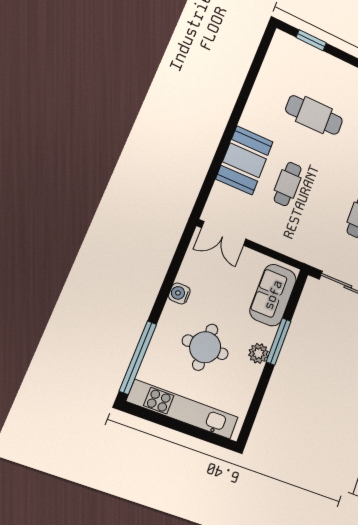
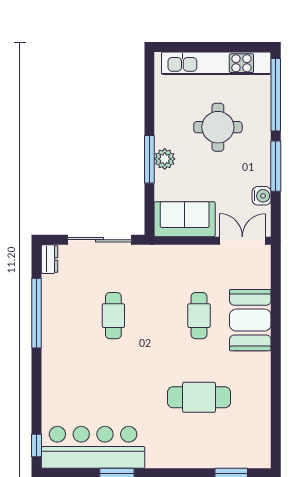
window: (166, 289) -> (276, 166), added
water cooler: (179, 293) -> (262, 196), moved
sofa: (273, 295) -> (185, 219), moved, turned -90
plant: (258, 353) -> (165, 159), moved

